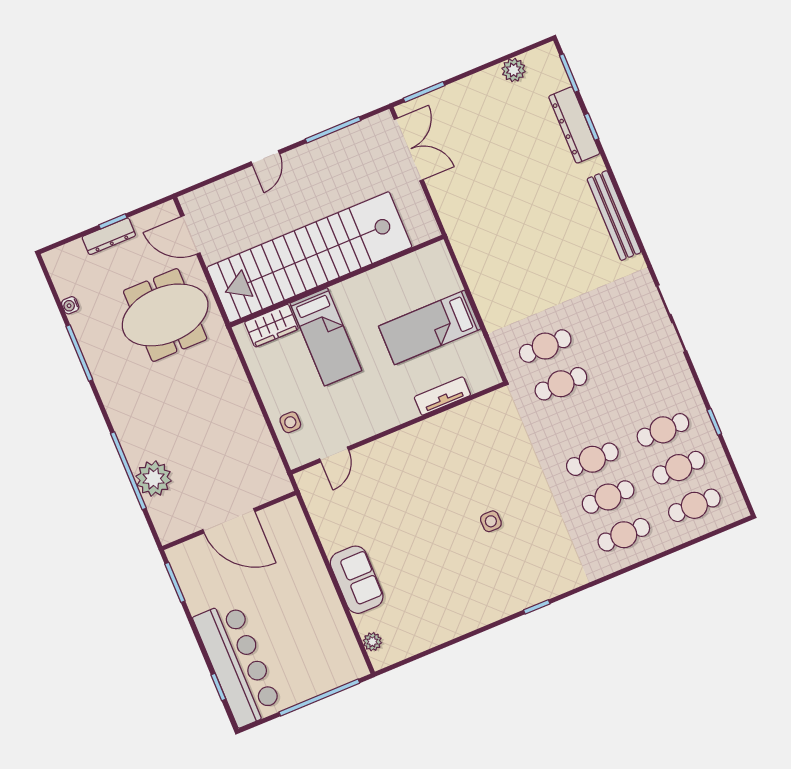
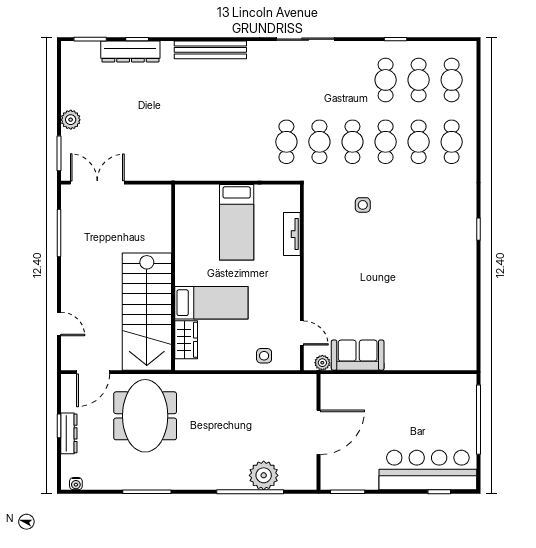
plant: (514, 70) -> (71, 120), moved
door: (265, 158) -> (59, 324), moved
stairs: (309, 257) -> (147, 312), width x0.73
water cooler: (70, 305) -> (76, 484), moved
cafe table: (577, 422) -> (352, 142), added
side table: (491, 521) -> (363, 205), moved
sofa: (357, 580) -> (358, 355), moved
plant: (372, 642) -> (322, 363), moved

